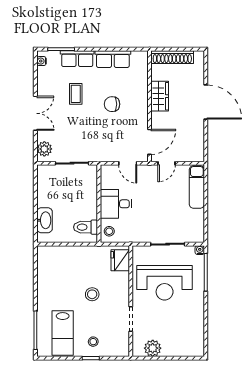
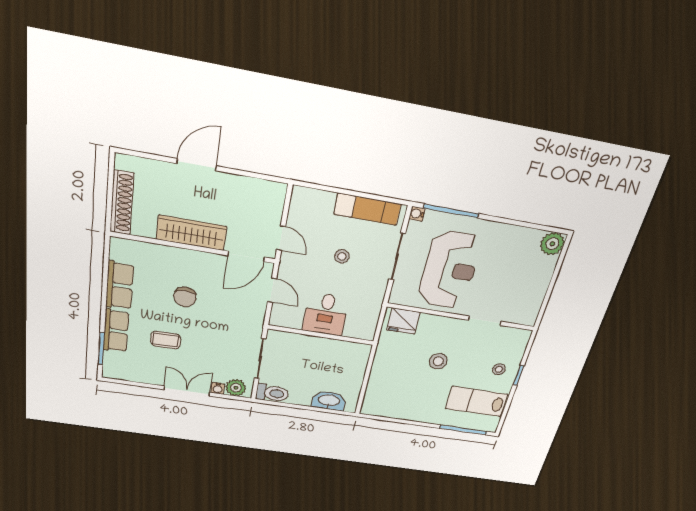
water cooler: (41, 61) -> (218, 388), moved
wardrobe: (160, 96) -> (192, 233), width x1.50
door: (206, 102) -> (197, 165), width x0.73
door: (149, 142) -> (246, 256), swing flipped
door: (128, 163) -> (272, 290), hinge flipped
exam couch: (197, 187) -> (368, 209), moved
toilet: (86, 227) -> (272, 393), moved, turned -90
stool: (109, 231) -> (342, 256), moved
lab bench: (63, 333) -> (476, 401), turned 180
plant: (153, 348) -> (552, 244), moved

